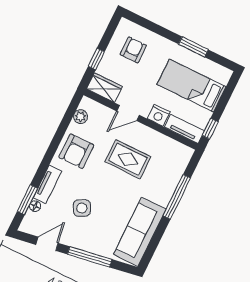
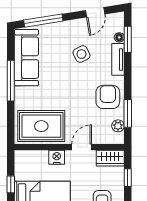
window: (64, 125) -> (128, 113), added
tv unit: (184, 129) -> (31, 156), removed
window: (210, 129) -> (11, 184), moved
rug: (128, 159) -> (41, 126), moved, width x1.36, depth x1.43
window: (177, 197) -> (11, 81), moved
window: (90, 257) -> (43, 21), moved

